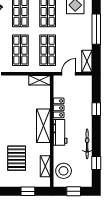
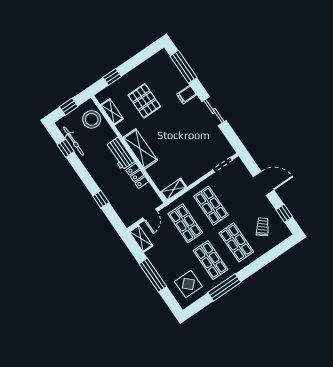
bicycle: (87, 144) -> (74, 141), moved

